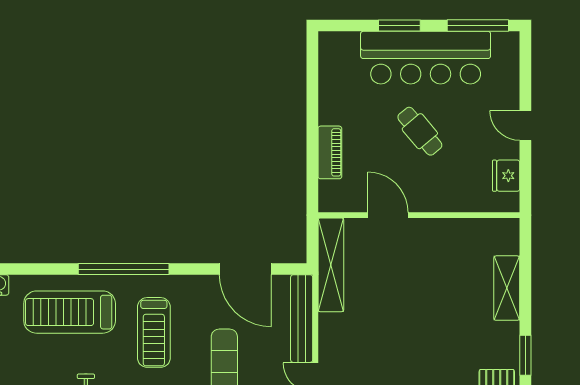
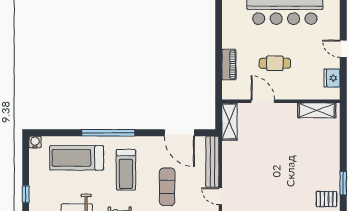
cafe table: (420, 131) -> (275, 63), moved, turned -50
shelving: (331, 265) -> (229, 122), width x0.68
shelving: (507, 288) -> (317, 110), moved, turned 90

